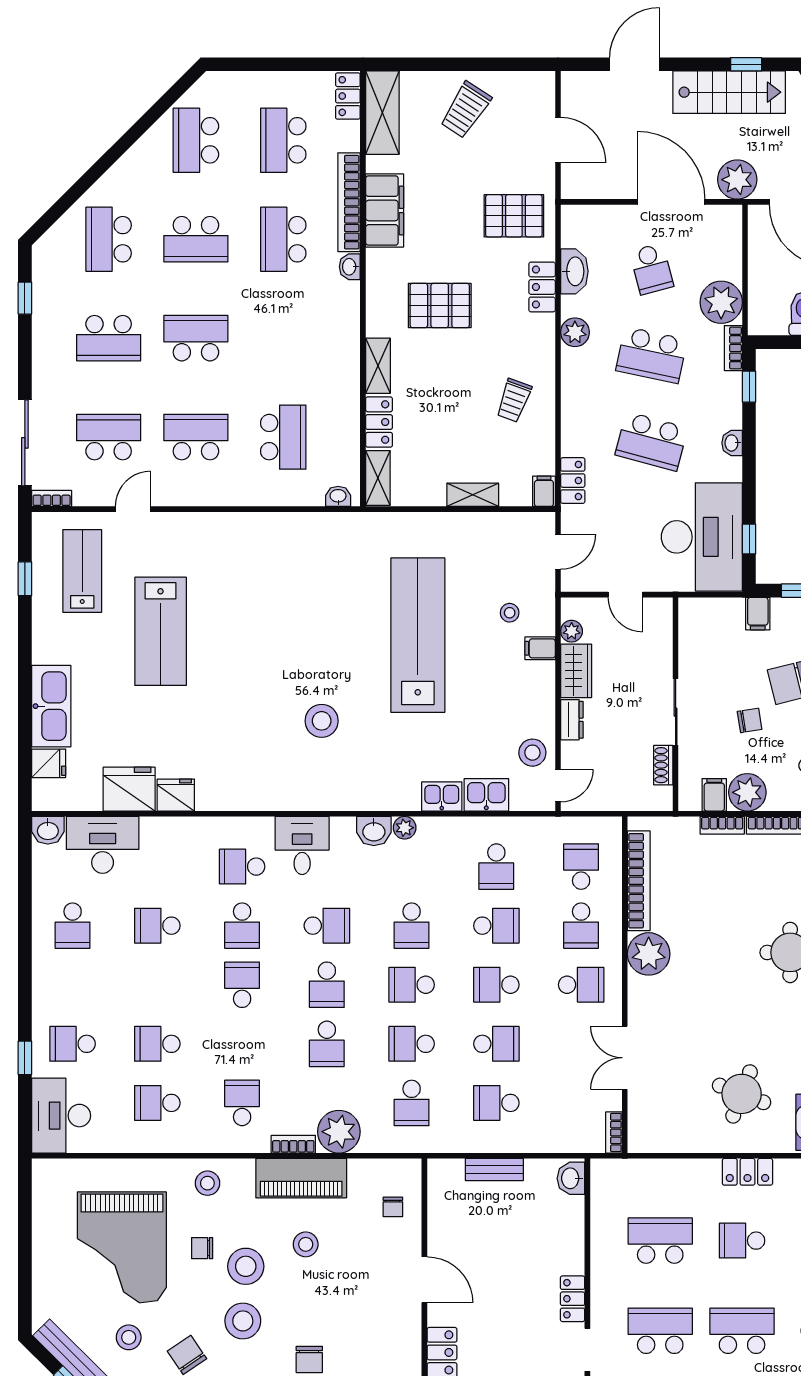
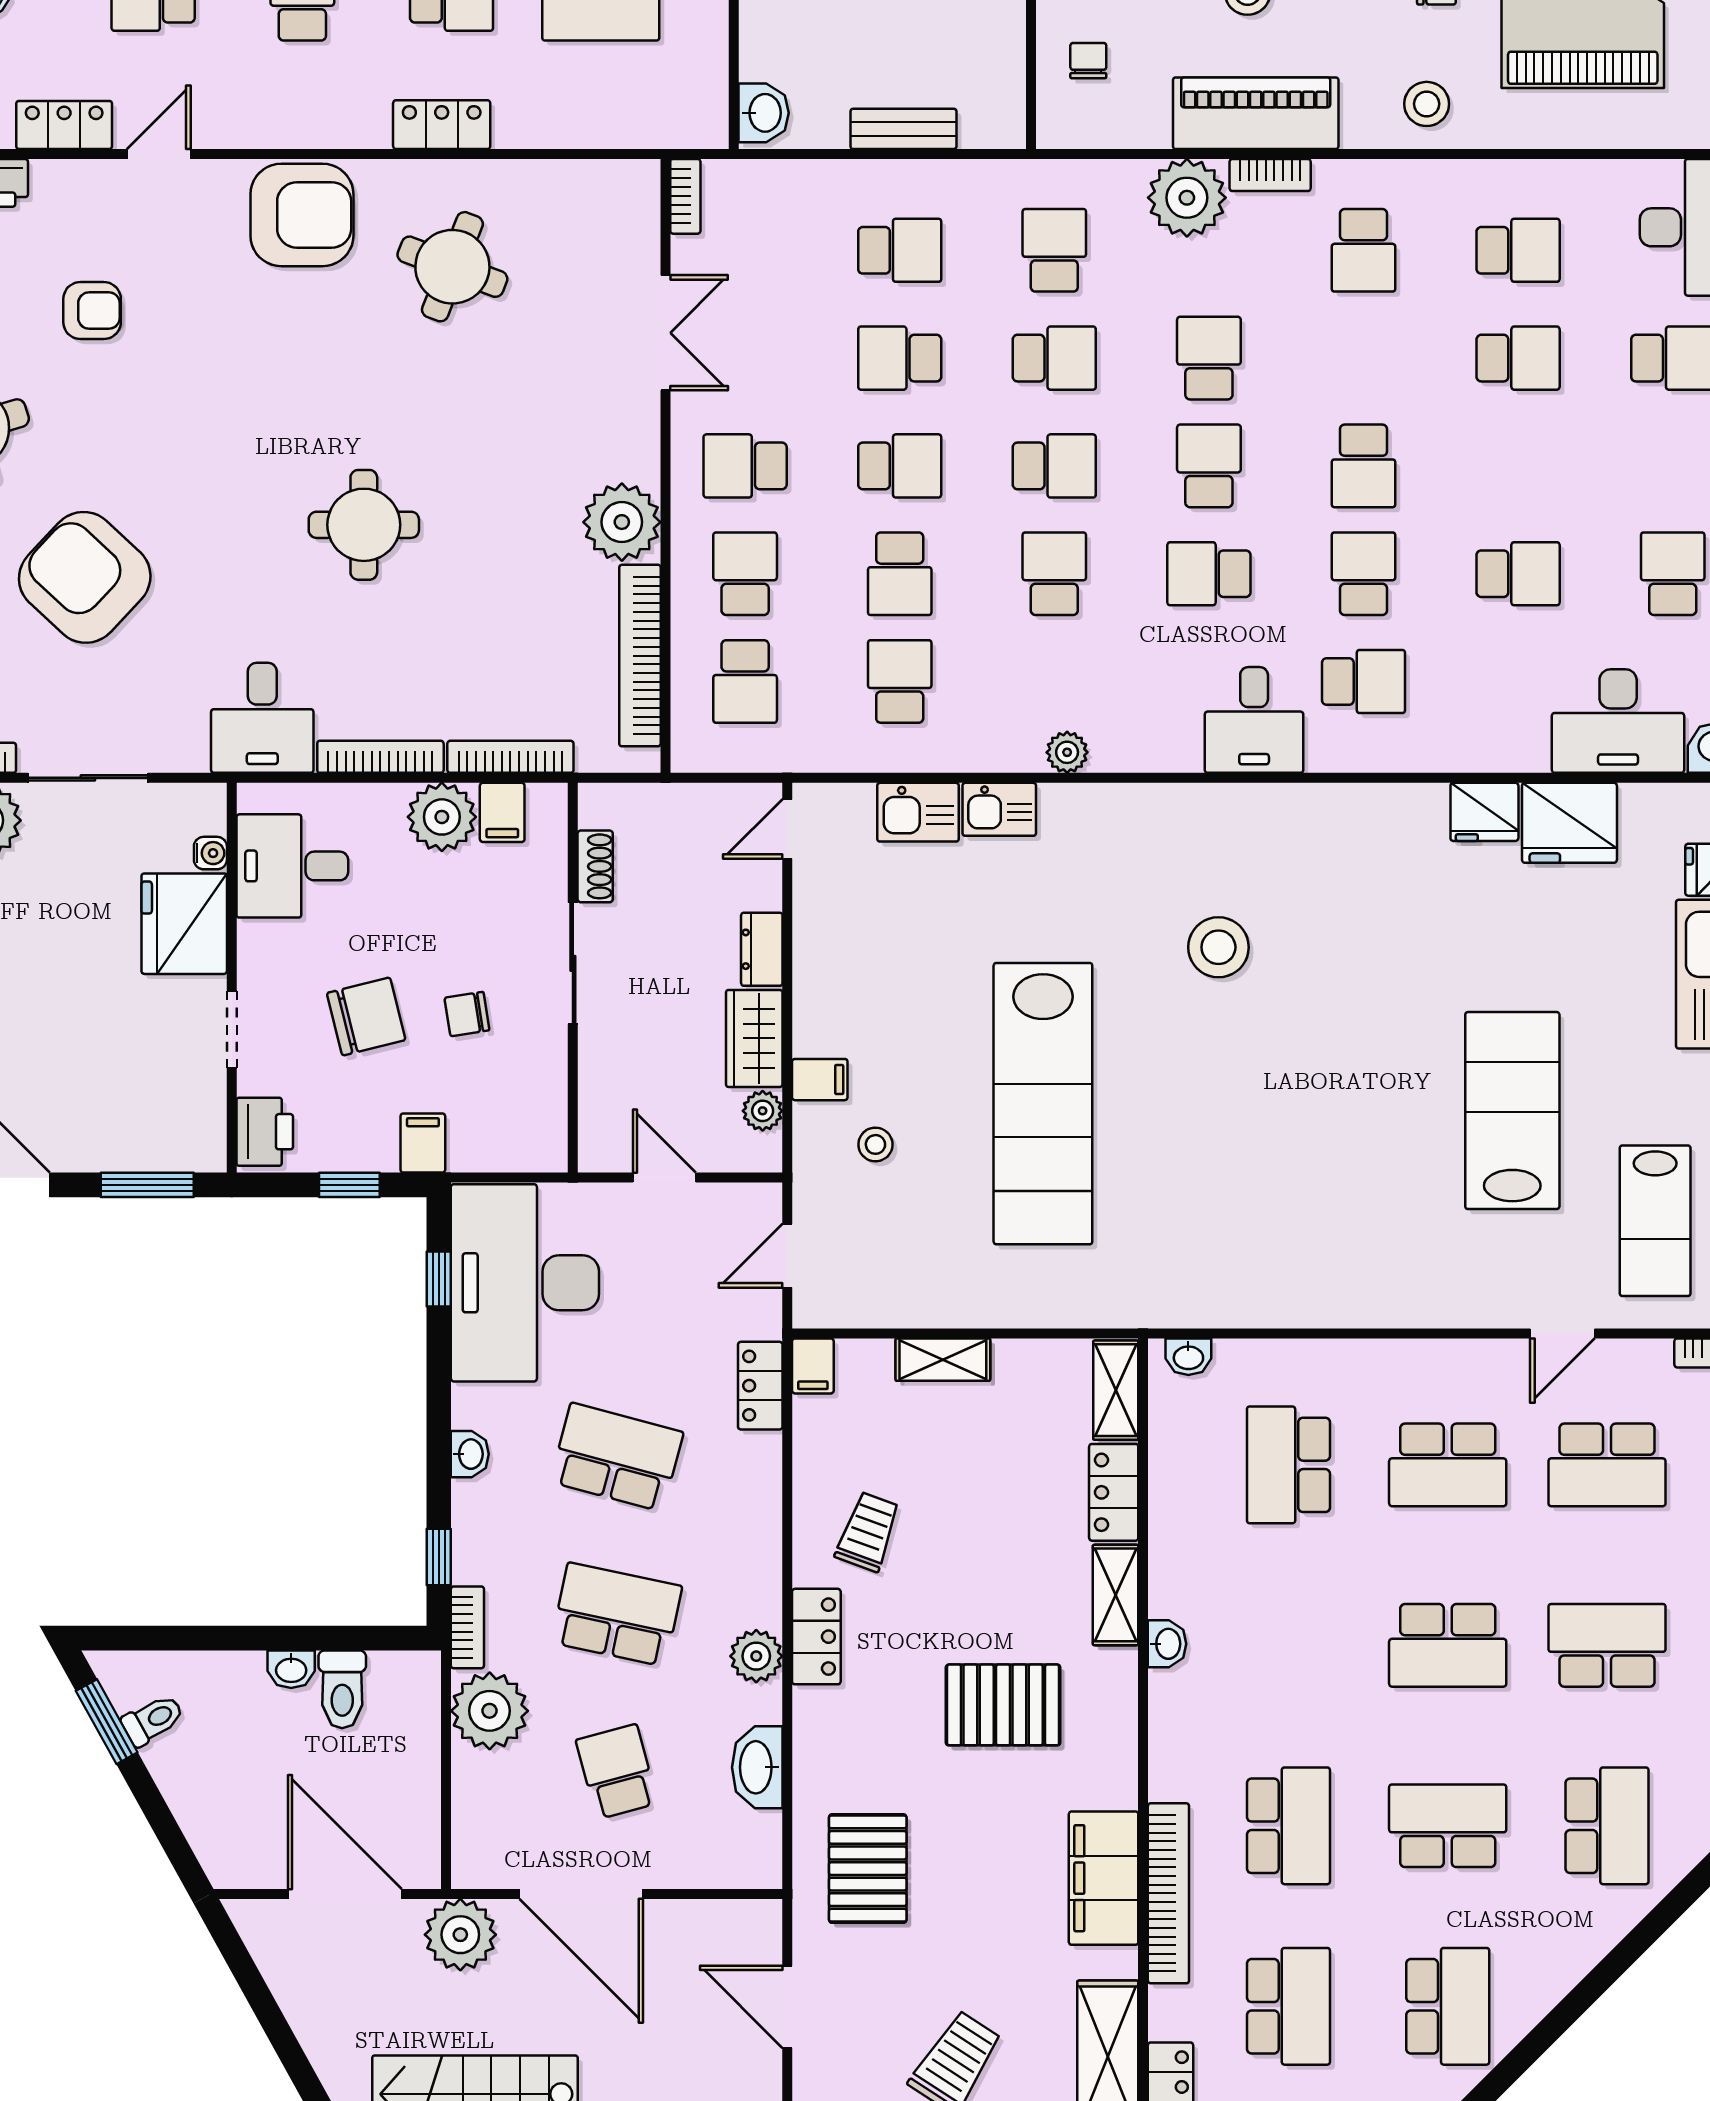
pallet: (514, 216) -> (868, 1869), turned 90
washbasin: (350, 267) -> (1167, 1644), moved
locker: (542, 287) -> (816, 1637), moved
chair: (750, 720) -> (467, 1014), moved
stool: (532, 753) -> (834, 889), removed
bookcase: (722, 825) -> (510, 757), width x1.56
washbasin: (374, 831) -> (1123, 746), removed
school desk: (496, 926) -> (900, 574), turned -90

